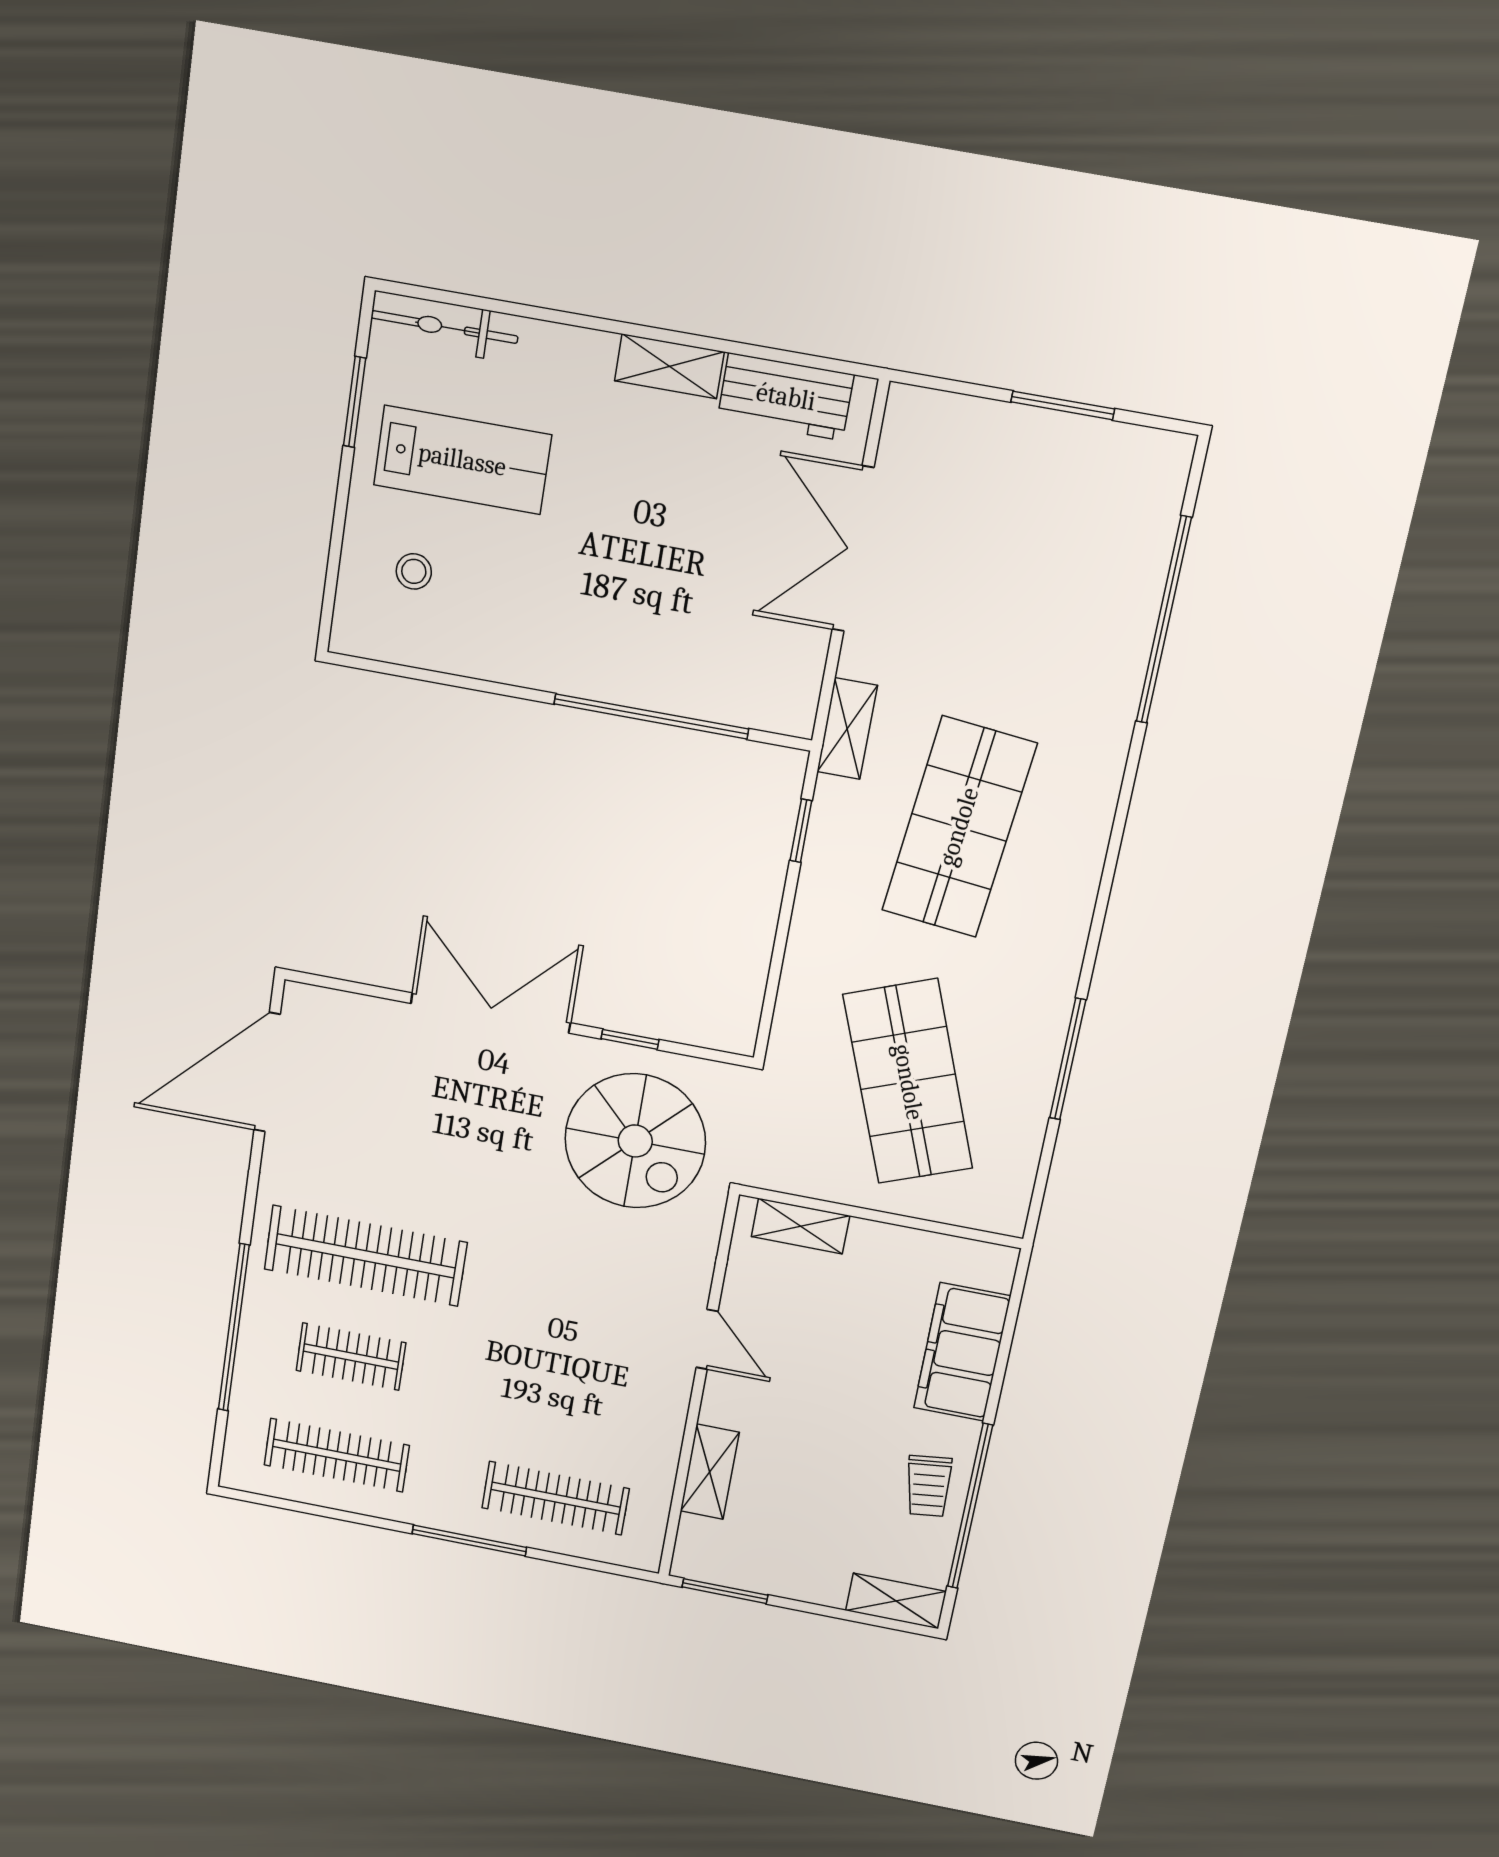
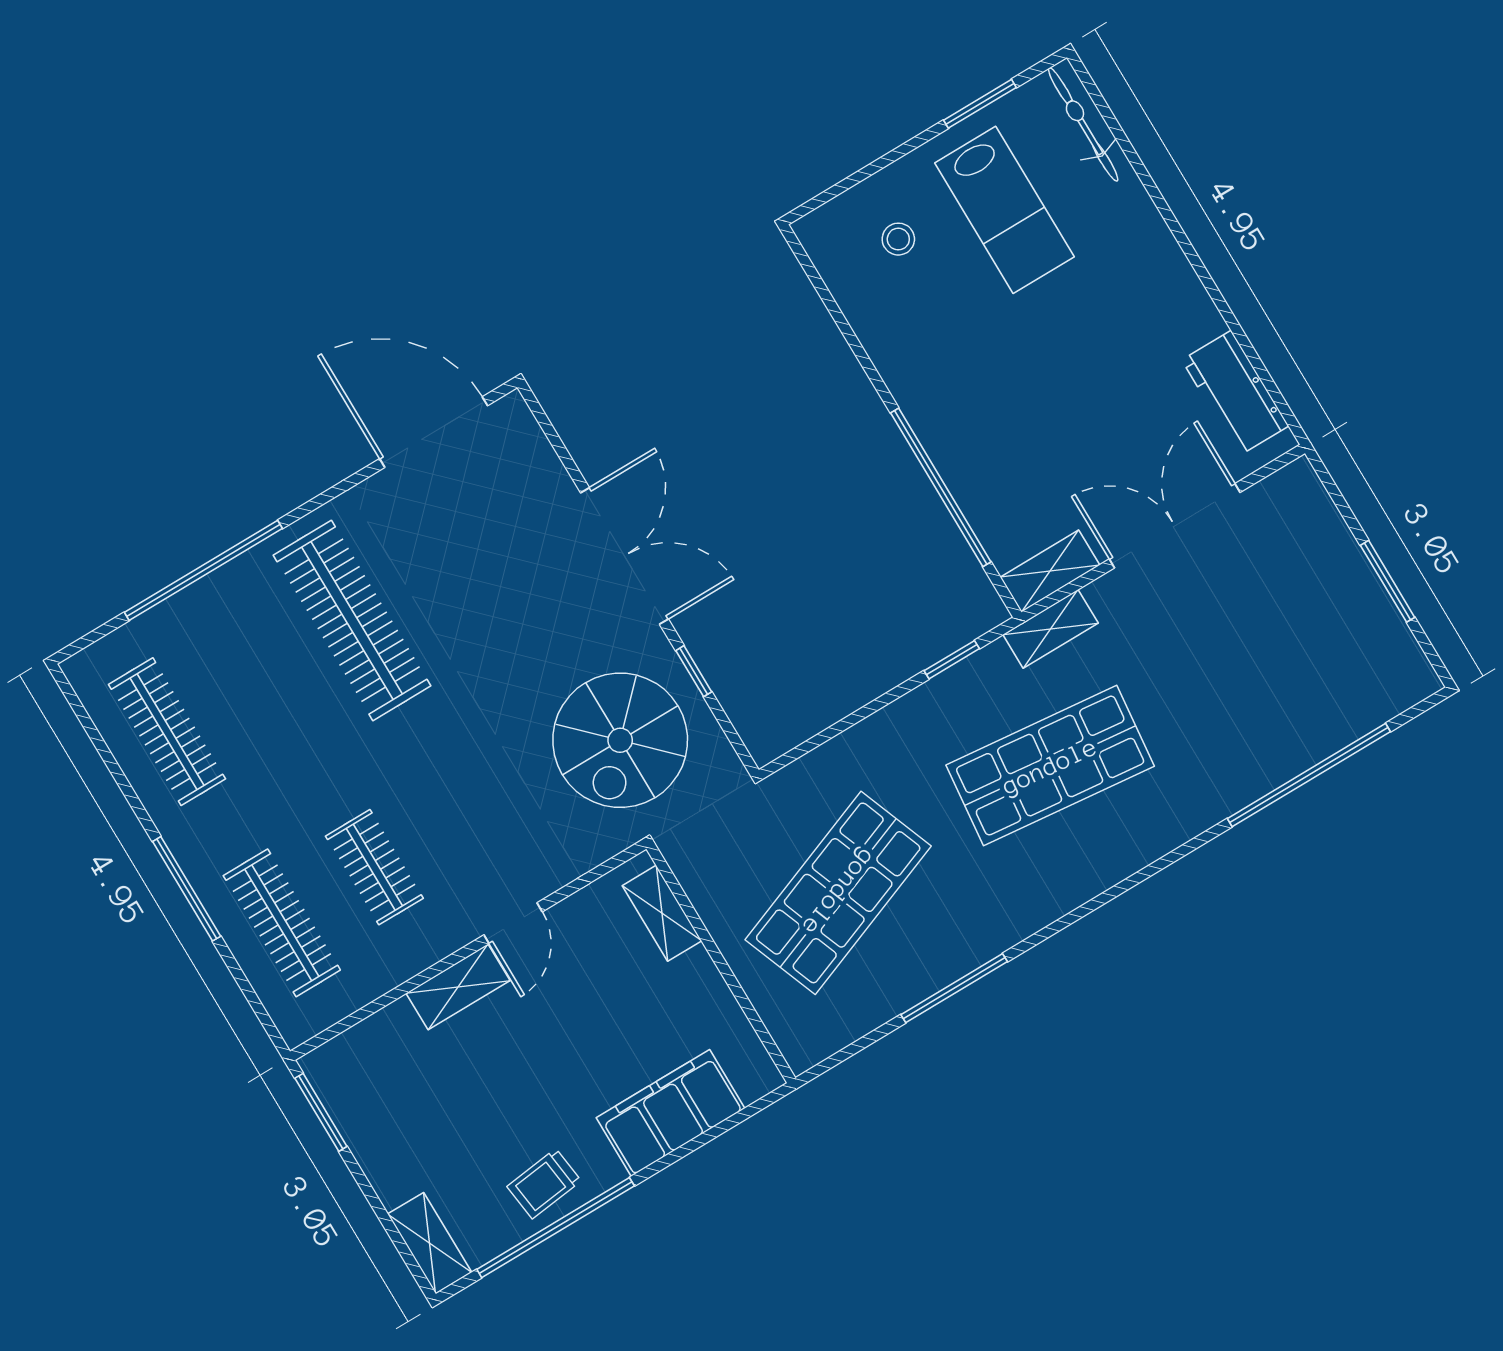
shelving: (669, 366) -> (1050, 571), moved, turned 90
clothes rail: (351, 1357) -> (374, 867), moved
shelving: (710, 1472) -> (458, 987), moved

